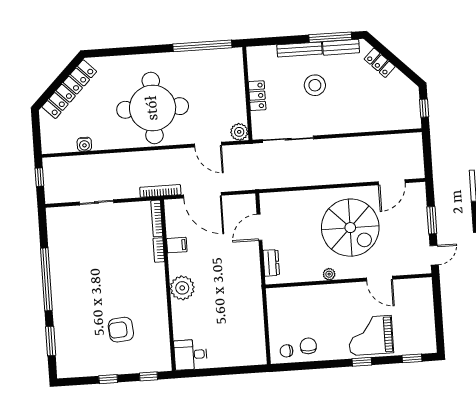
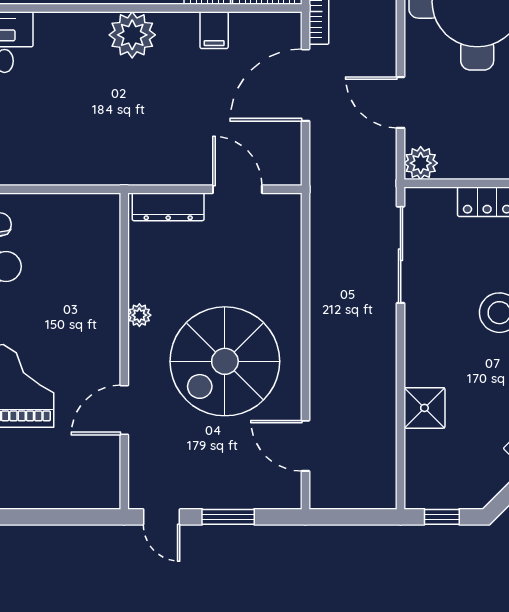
shower: (368, 121) -> (424, 408), added
door: (208, 145) -> (401, 102), hinge flipped
dresser: (271, 263) -> (168, 207), width x1.44

